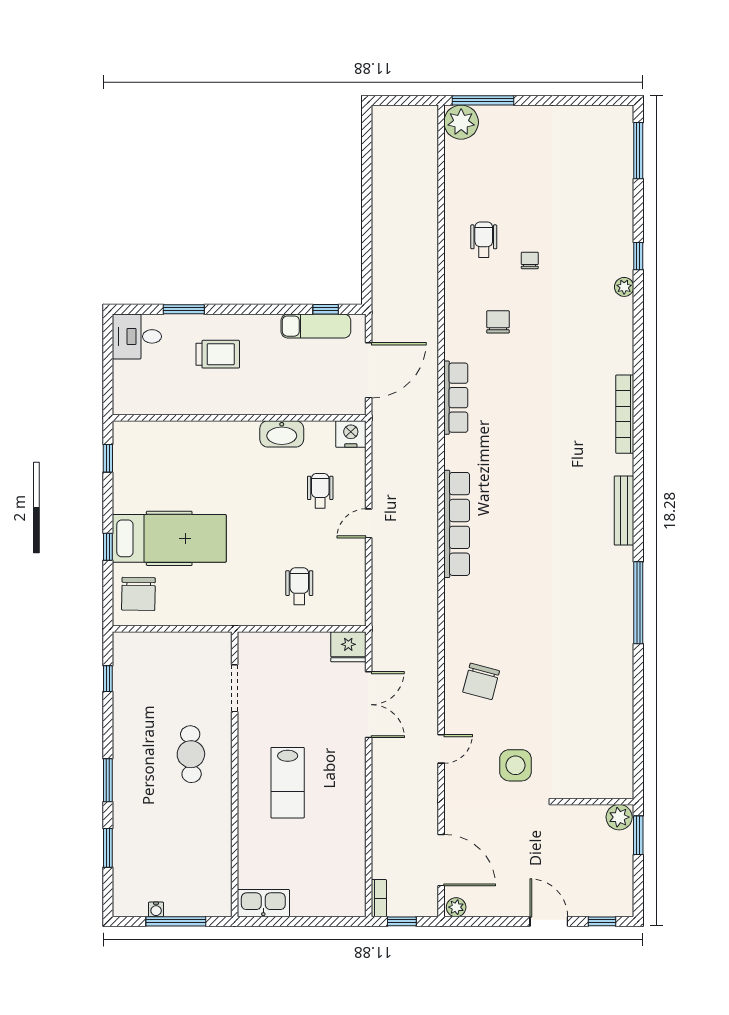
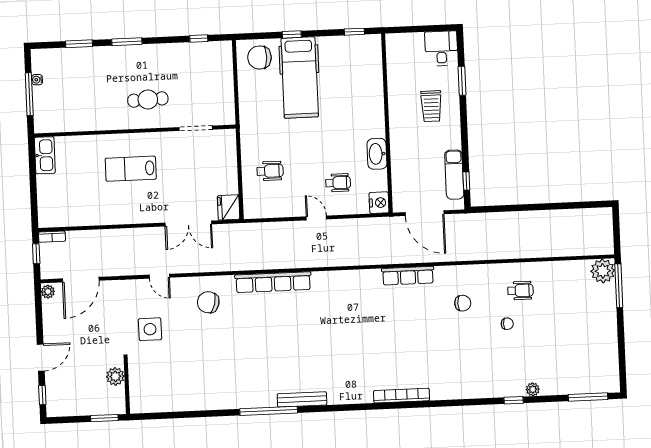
plant: (624, 287) -> (533, 389), moved
bench: (624, 511) -> (302, 399), moved
row of seats: (457, 524) -> (273, 282), moved
plant: (619, 817) -> (115, 376), moved

